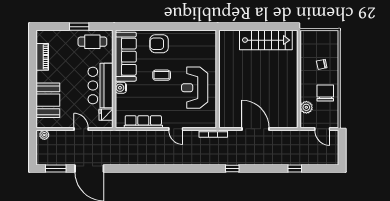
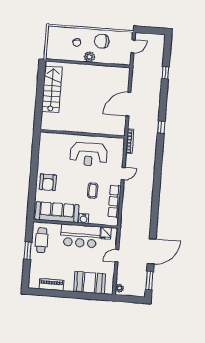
coffee table: (162, 75) -> (93, 191), moved
plant: (306, 107) -> (89, 57), moved

